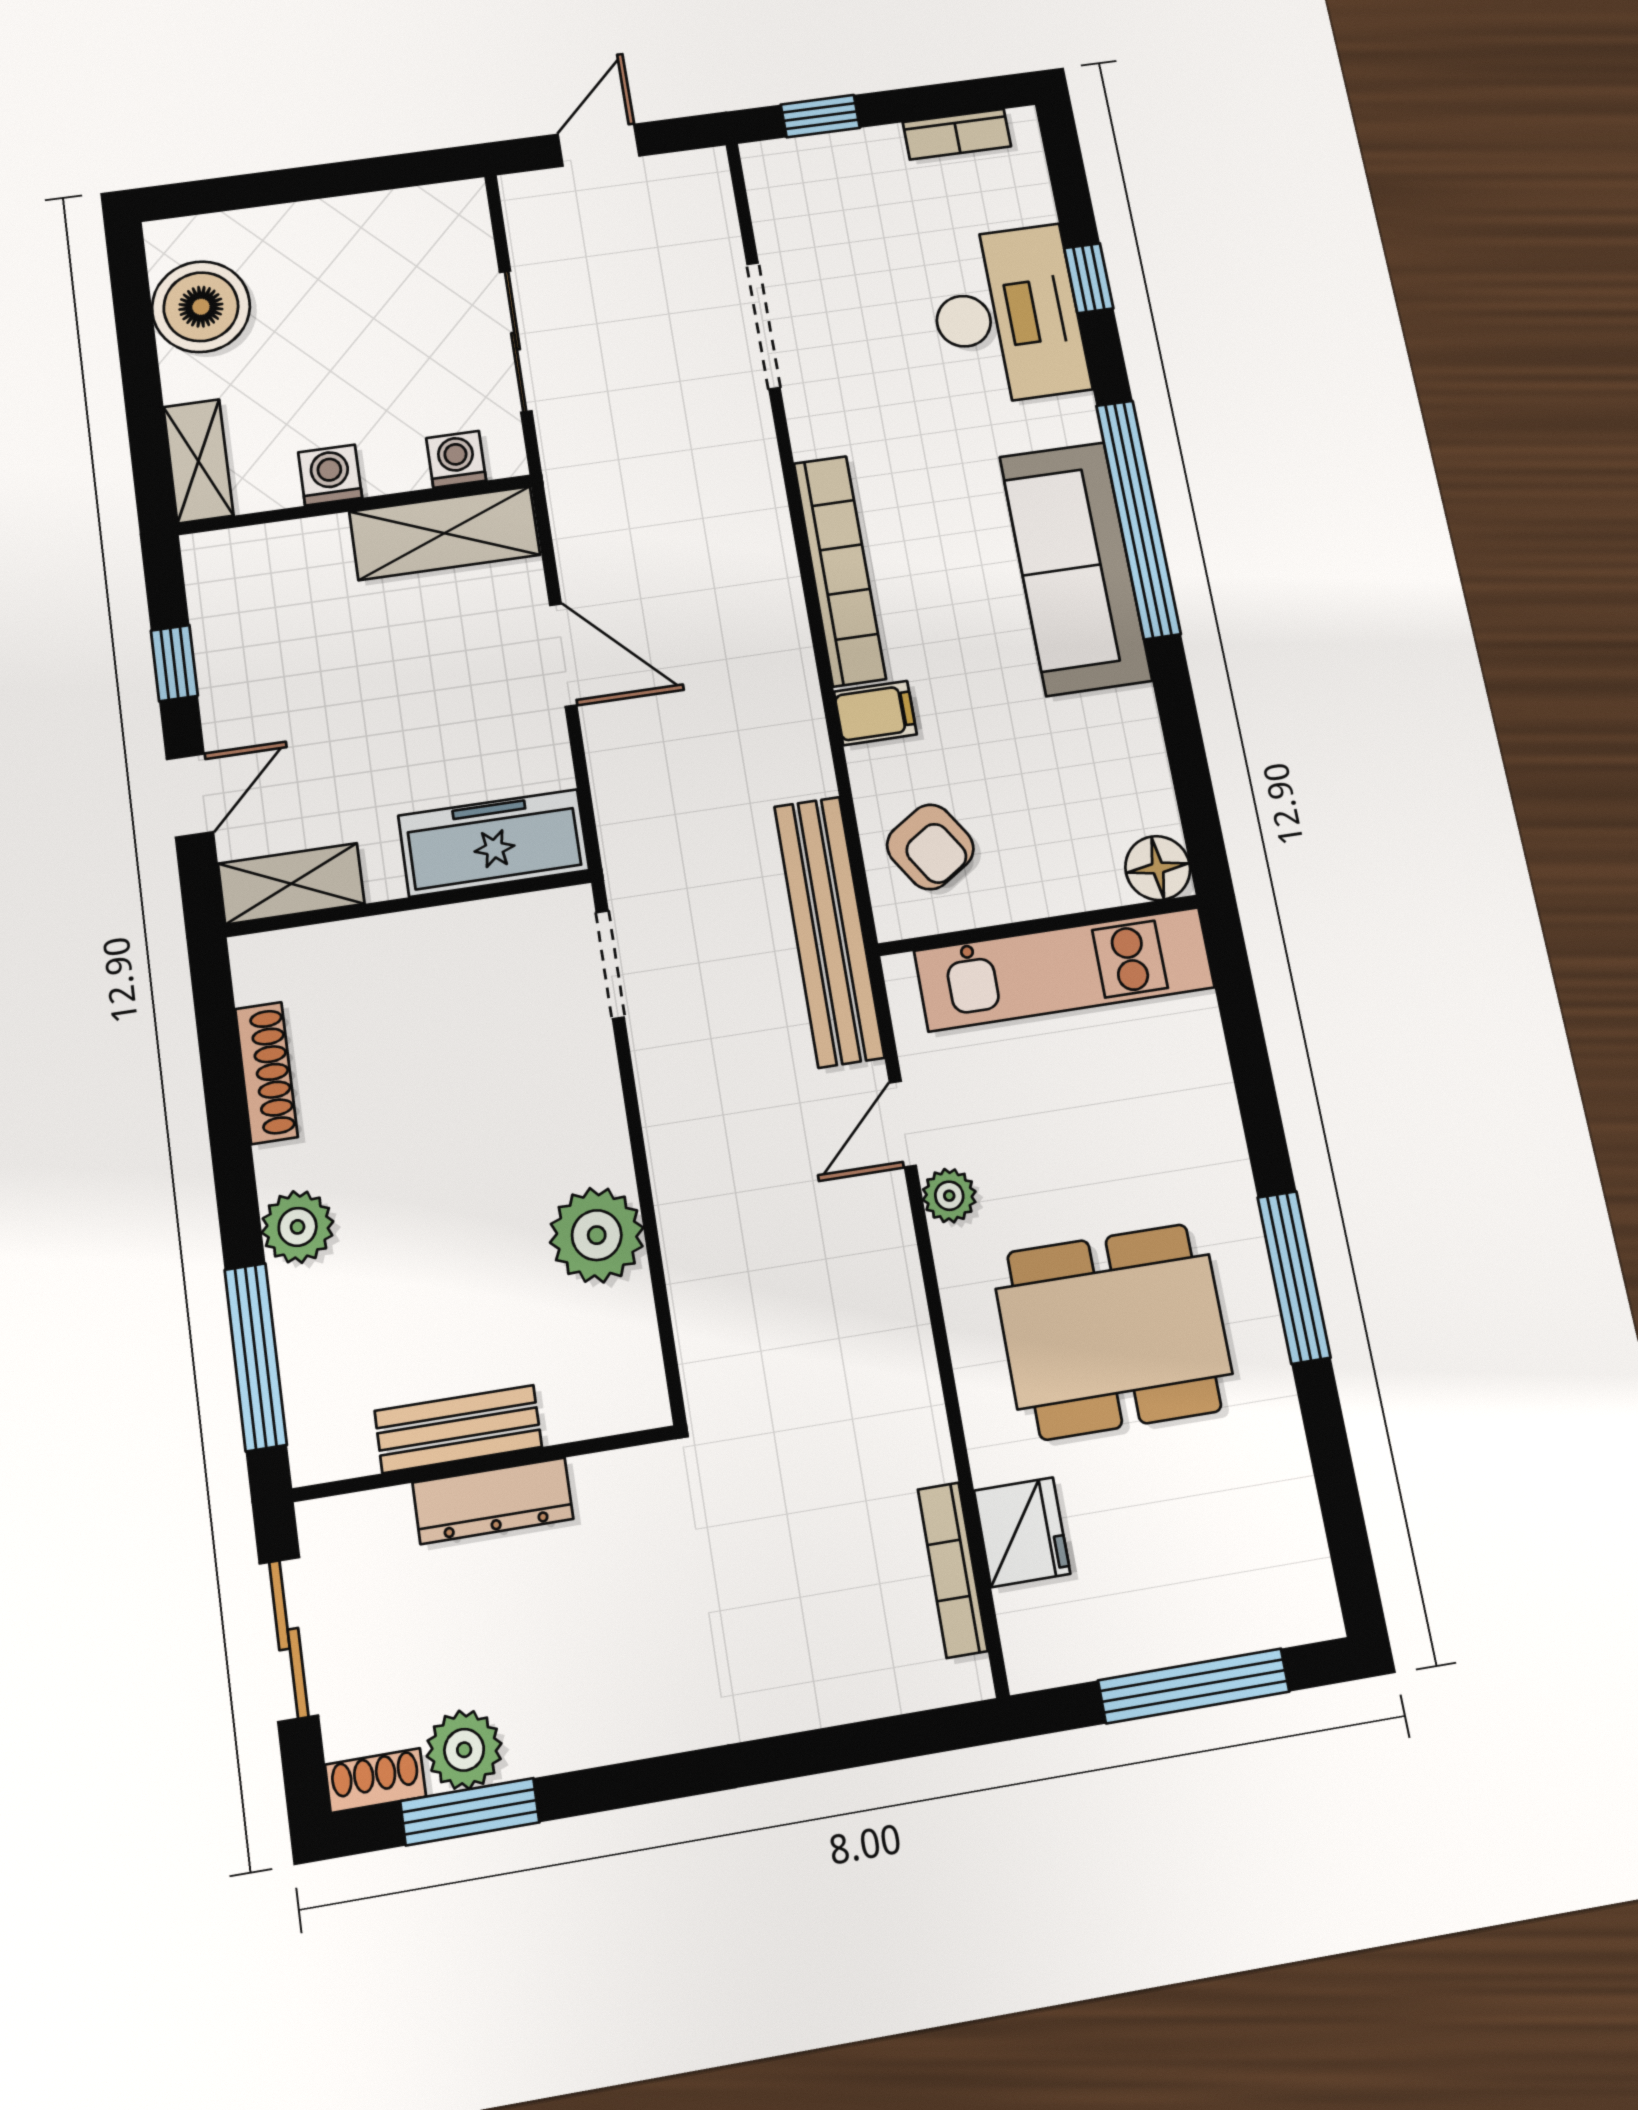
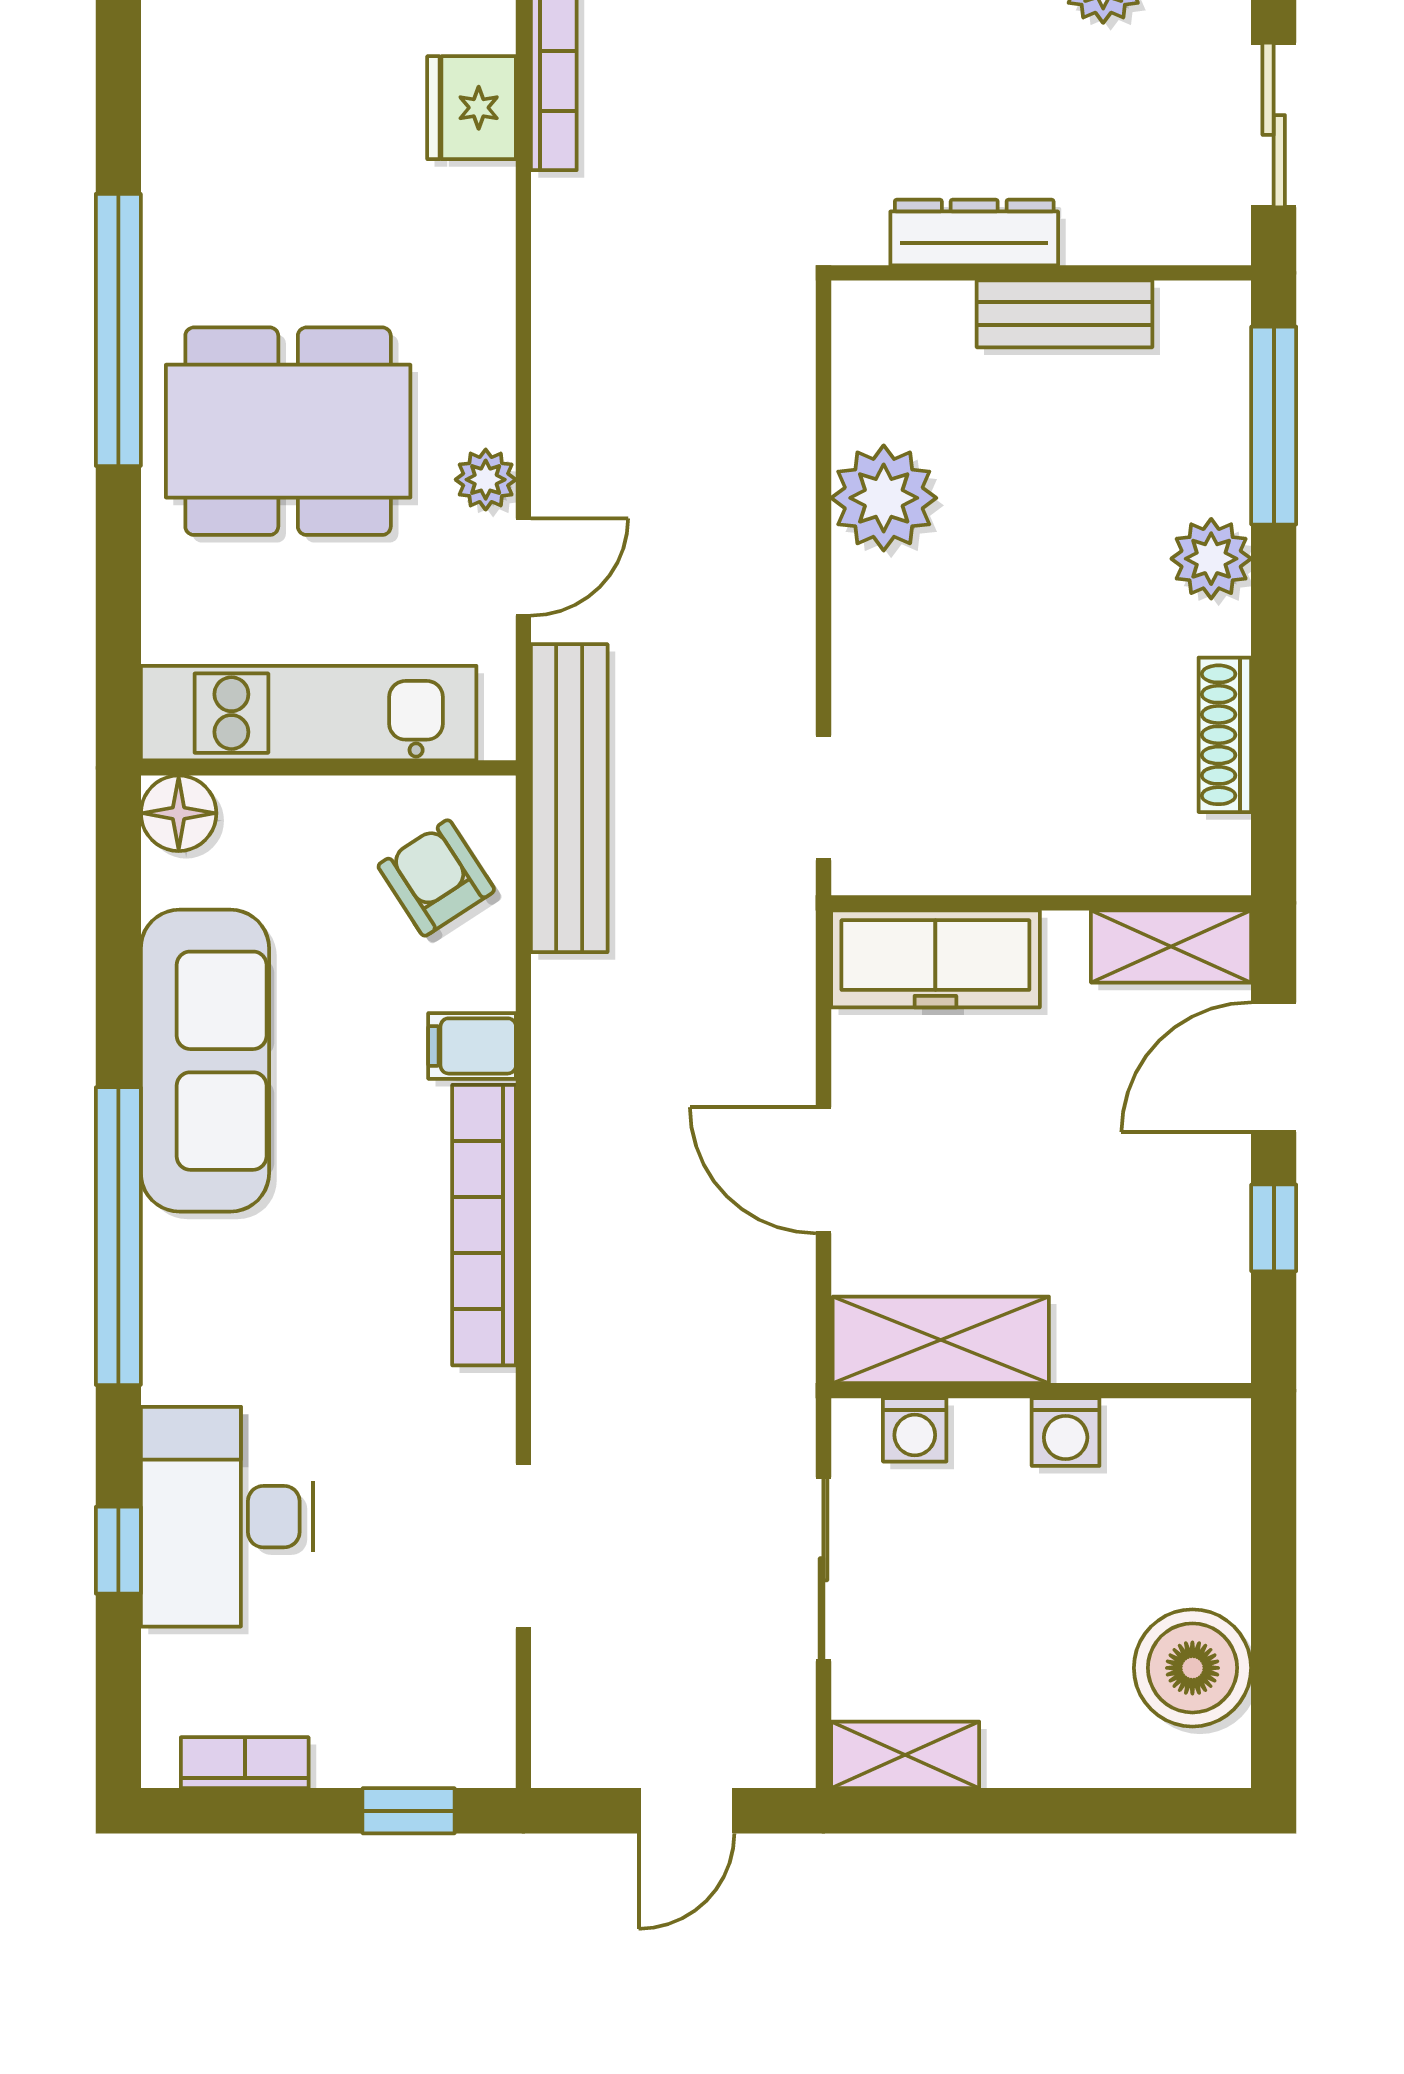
shelving: (198, 461) -> (905, 1755), moved, turned 90
sofa: (1075, 568) -> (205, 1061), moved
door: (190, 795) -> (1274, 1067), width x1.38
window: (1294, 1277) -> (118, 330), width x1.46
dining table: (1114, 1331) -> (288, 431), moved
dresser: (493, 1501) -> (974, 232), moved

